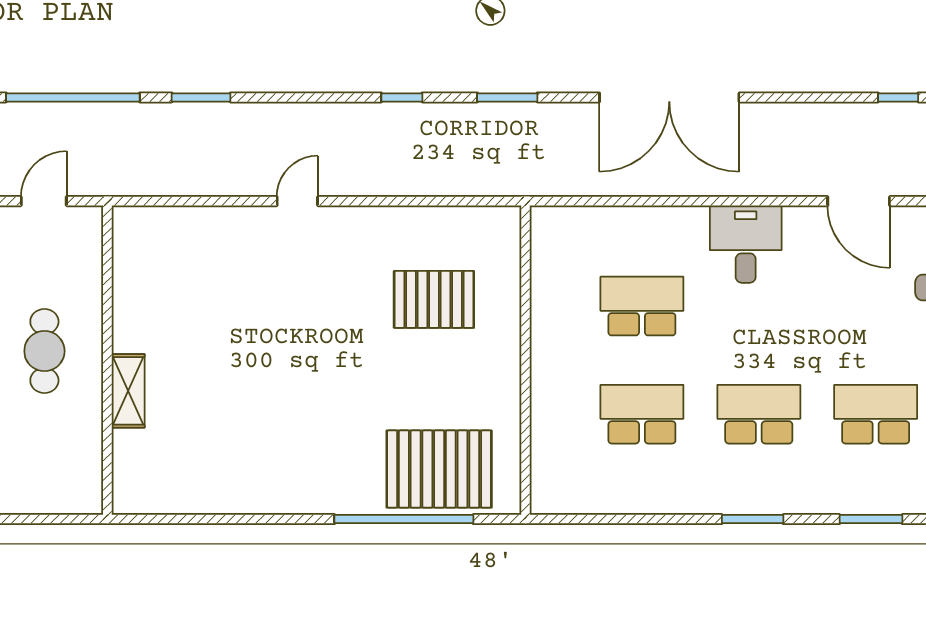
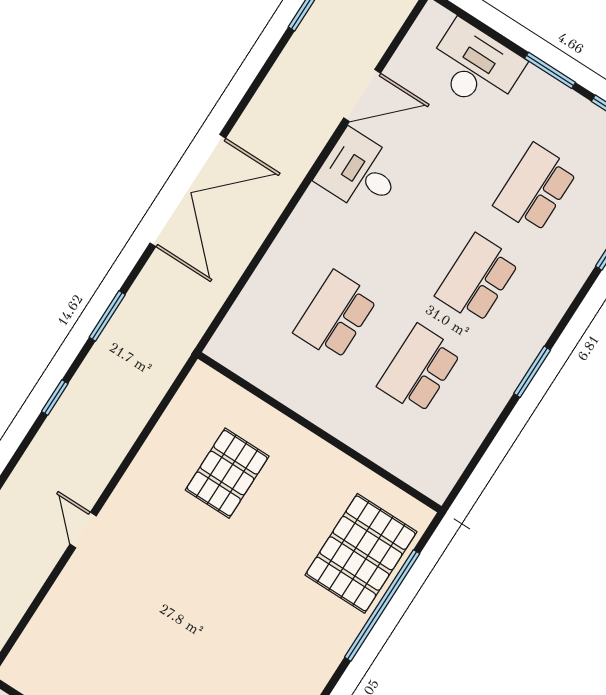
desk: (746, 244) -> (360, 172), moved
window: (753, 519) -> (532, 372), moved

